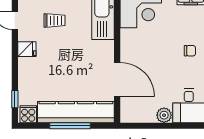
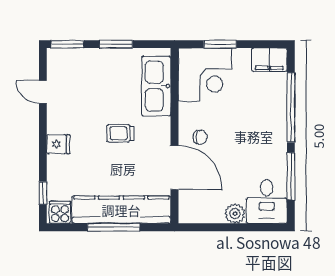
trolley: (55, 20) -> (120, 133), moved, turned 180
fridge: (27, 49) -> (58, 144), moved
chair: (190, 51) -> (200, 137), moved

